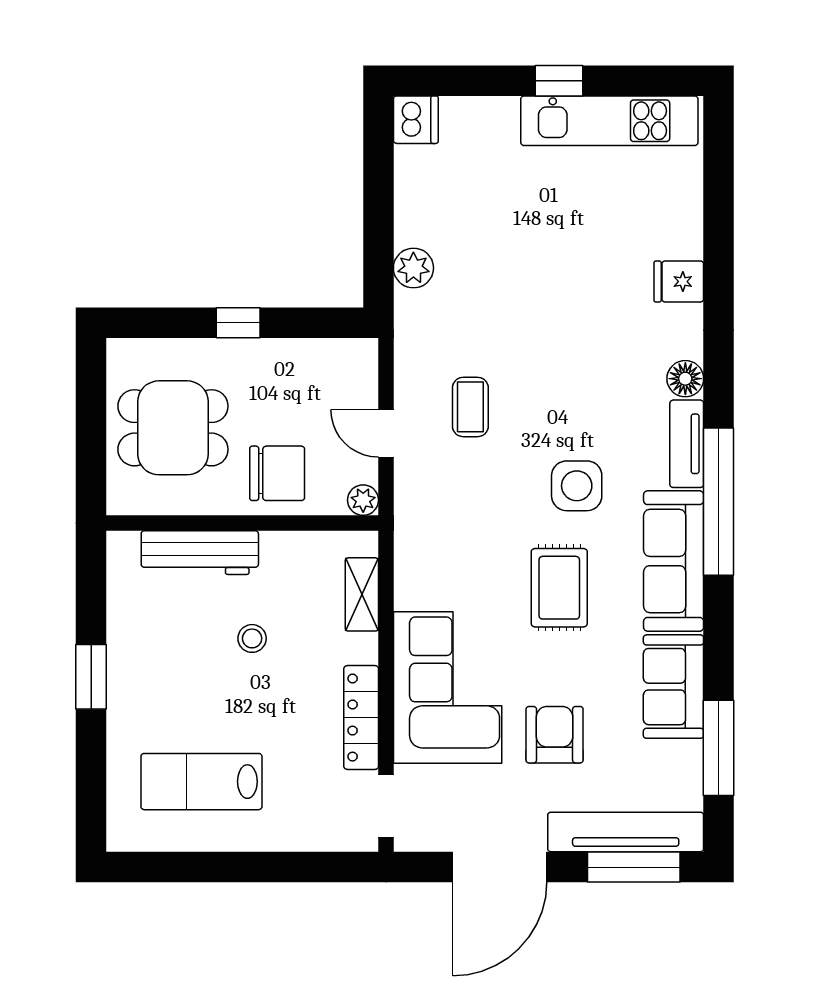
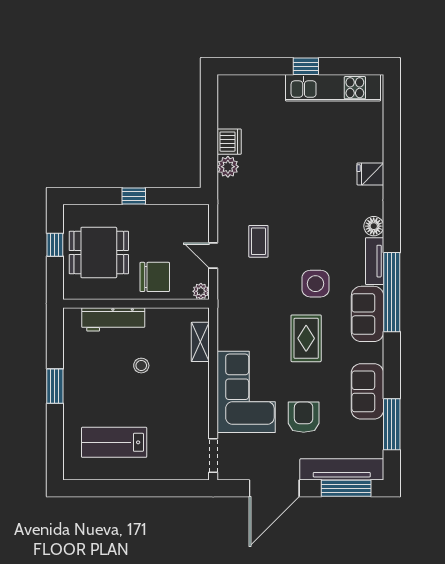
dishwasher: (416, 120) -> (229, 142), moved
window: (91, 413) -> (55, 245), added
sofa: (674, 561) -> (367, 314), width x0.73
locker: (361, 718) -> (200, 408), removed

